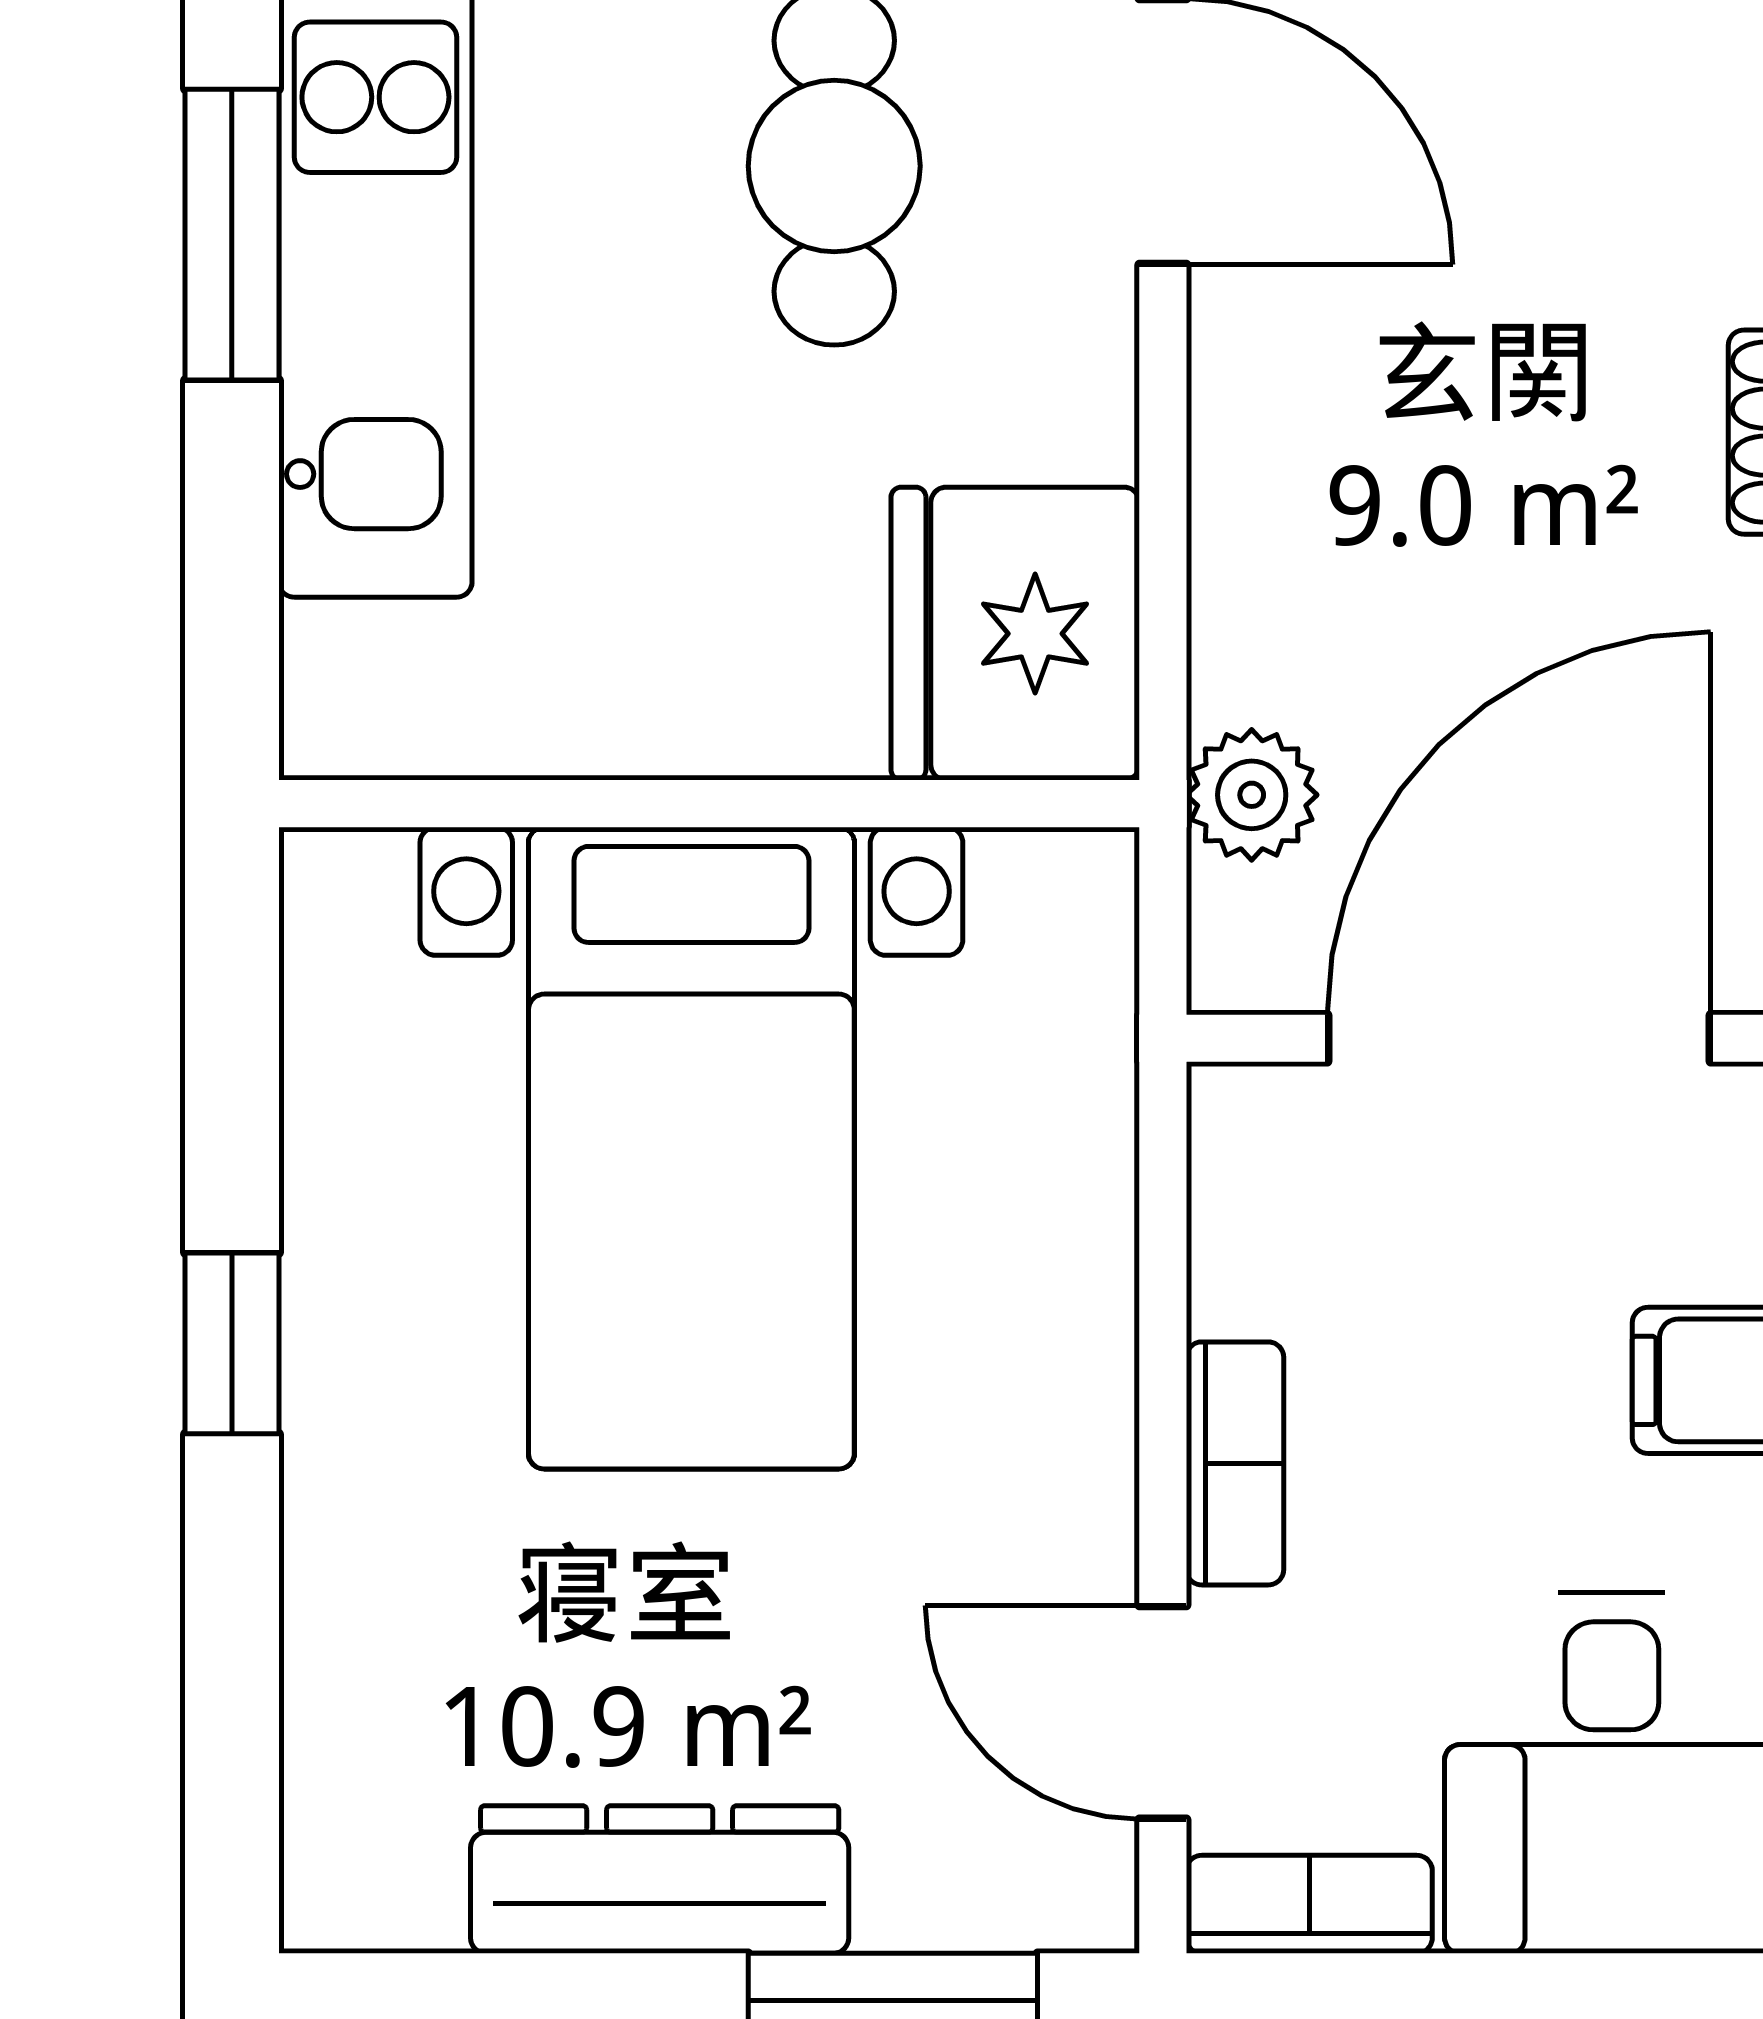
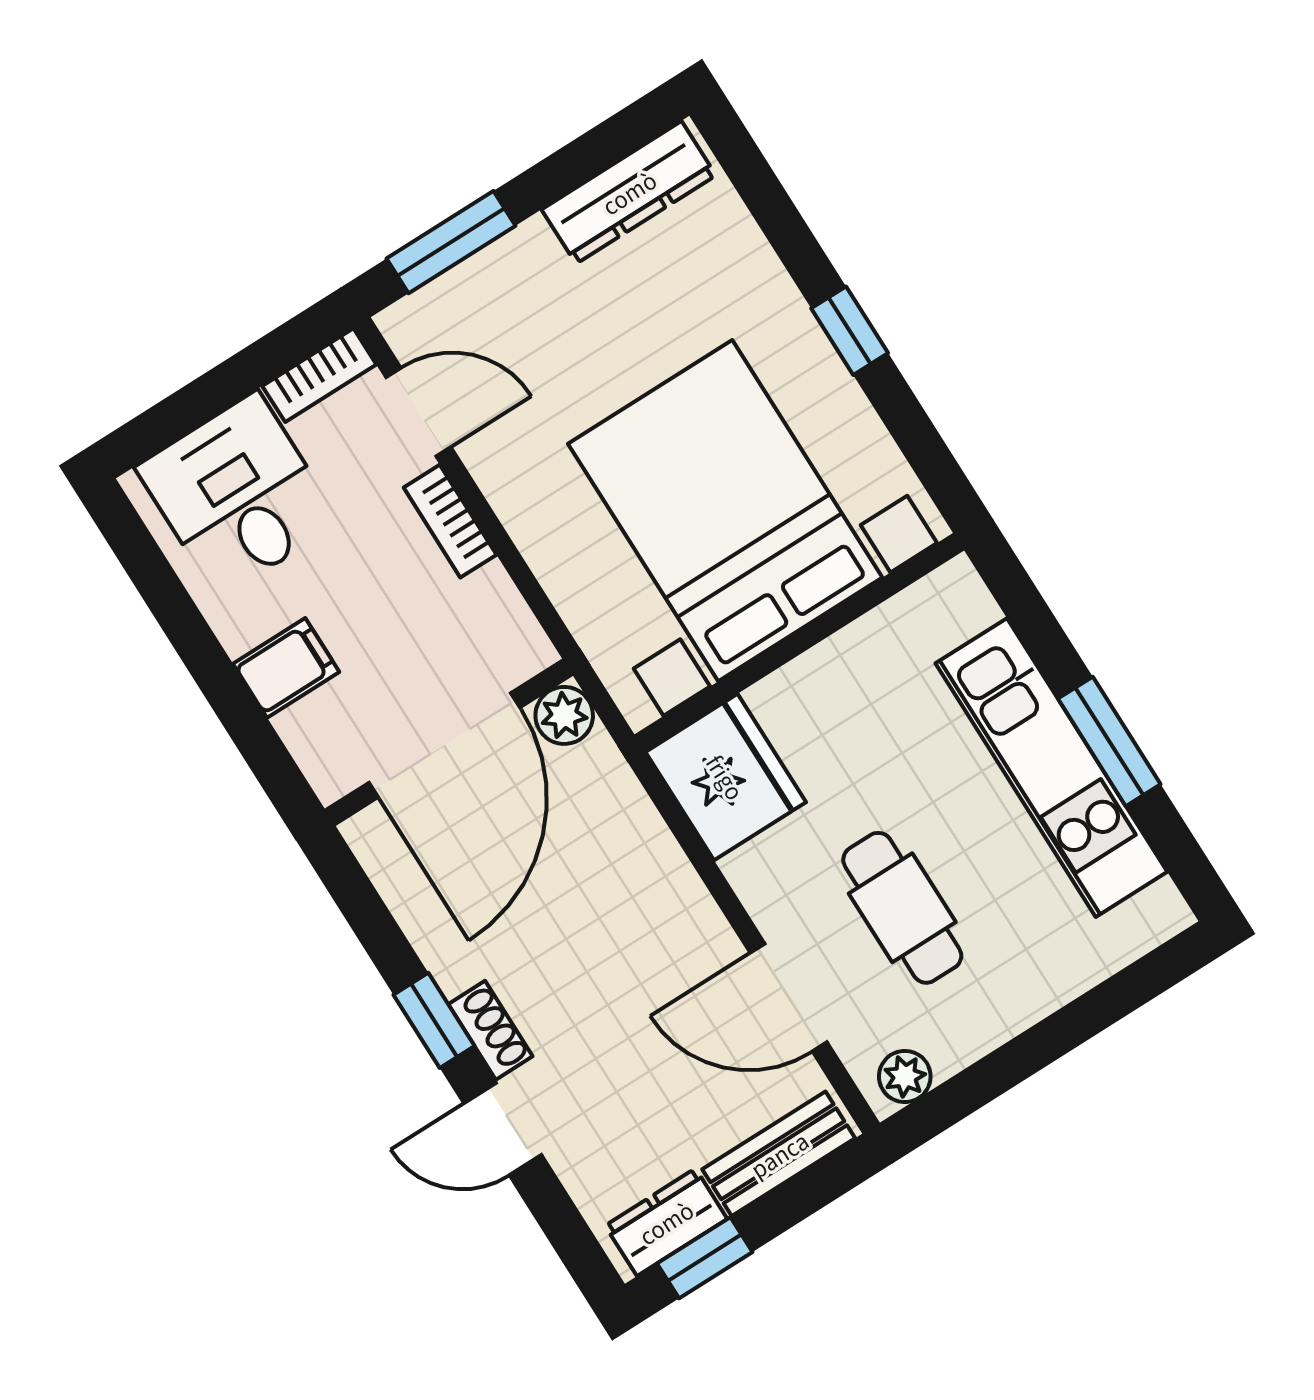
plant: (1252, 795) -> (564, 715), moved
bed with nightstands: (691, 1148) -> (725, 511), width x1.36
dresser: (660, 1880) -> (629, 192), moved

